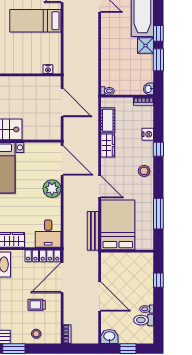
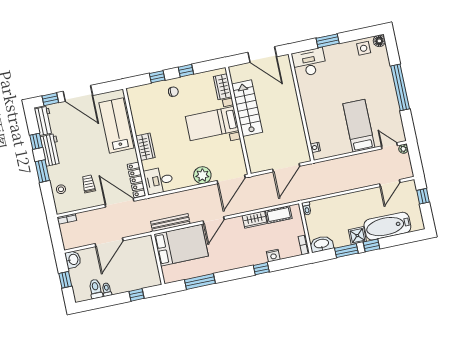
washbasin: (149, 89) -> (321, 244), width x1.91, depth x1.45
stool: (144, 171) -> (238, 259), removed

